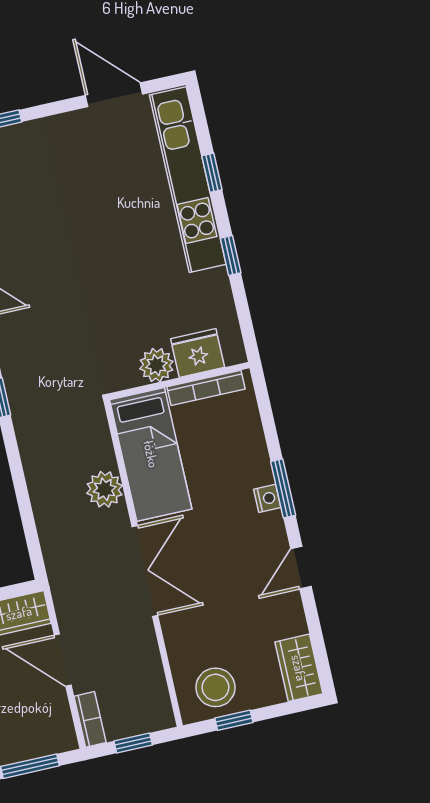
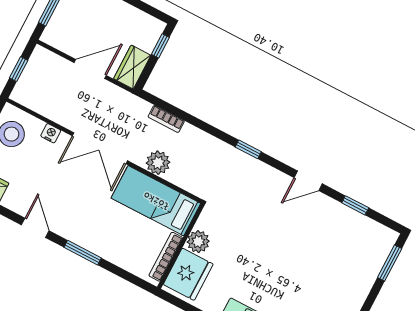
fridge: (198, 353) -> (188, 274), width x1.36, depth x1.34
nightstand: (267, 498) -> (51, 133), moved, turned 180
bookcase: (90, 719) -> (166, 119), moved

